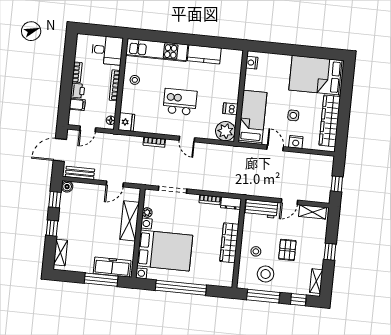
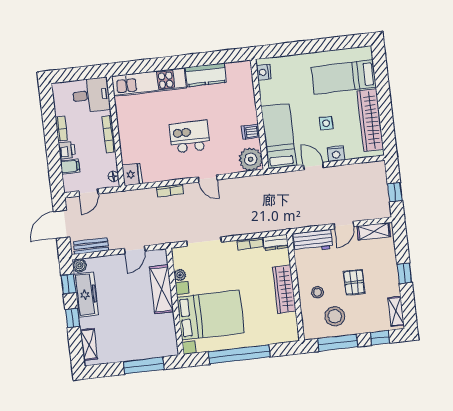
bed: (317, 75) -> (344, 77), width x0.67
stool: (135, 80) -> (131, 123), removed
freezer: (112, 267) -> (86, 295), moved, turned 90

